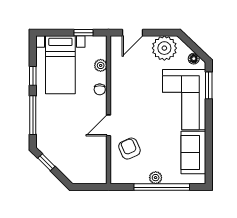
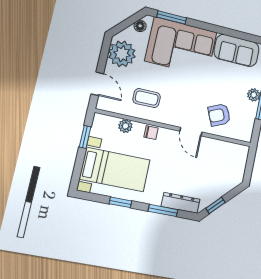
coffee table: (130, 79) -> (147, 98), added
window: (33, 115) -> (163, 210), width x0.69
dresser: (43, 130) -> (181, 203), added

